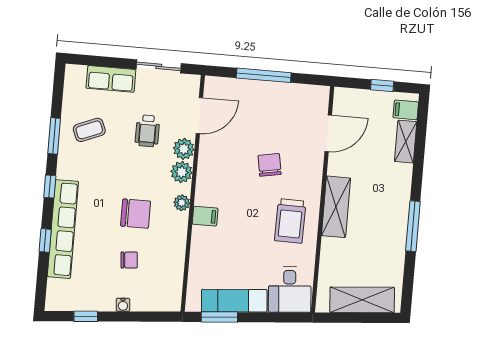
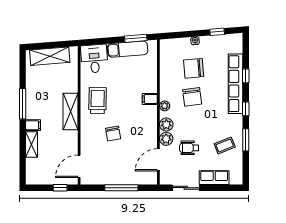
window: (382, 85) -> (60, 188), moved
filing cabinet: (406, 110) -> (33, 125), moved
wheelchair: (147, 131) -> (189, 148), turned -90
door: (328, 133) -> (79, 166), moved
shelving: (406, 142) -> (32, 144), moved
chair: (136, 214) -> (192, 97), turned -97
chair: (129, 260) -> (194, 68), width x1.87, depth x1.87

